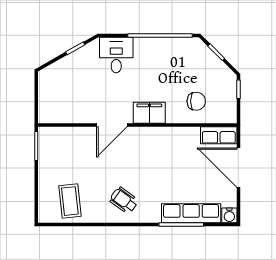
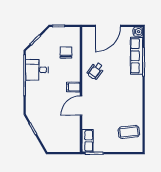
desk: (116, 55) -> (37, 70), moved
filing cabinet: (149, 113) -> (73, 87), width x0.50
door: (112, 125) -> (81, 106), swing flipped
row of seats: (219, 135) -> (87, 141), moved
wheelchair: (124, 200) -> (95, 71), moved

